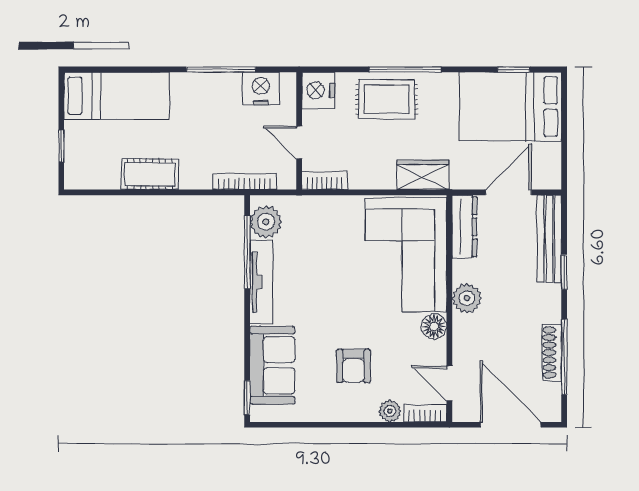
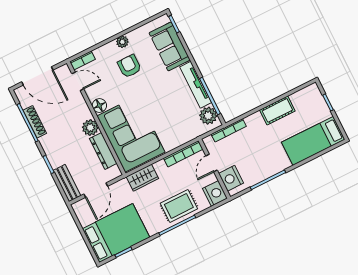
nightstand: (261, 89) -> (231, 178), moved, turned 90
door: (299, 142) -> (211, 163), swing flipped
bookcase: (325, 181) -> (183, 154), width x1.56
dresser: (464, 227) -> (103, 151), moved
bench: (549, 239) -> (67, 183), width x0.73
plant: (390, 411) -> (122, 42), moved

